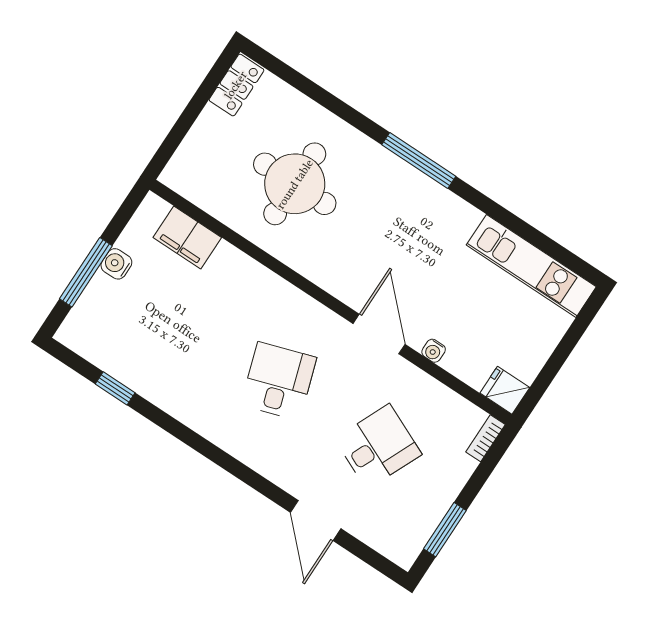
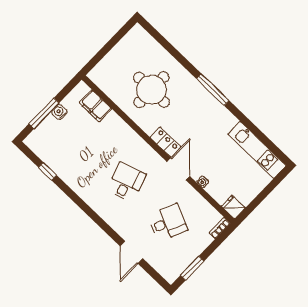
locker: (236, 85) -> (165, 142), moved, turned -90

